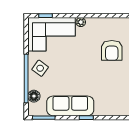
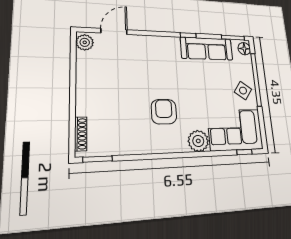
plant: (81, 22) -> (198, 141), width x1.88, depth x1.88
floor lamp: (34, 96) -> (244, 49), moved

